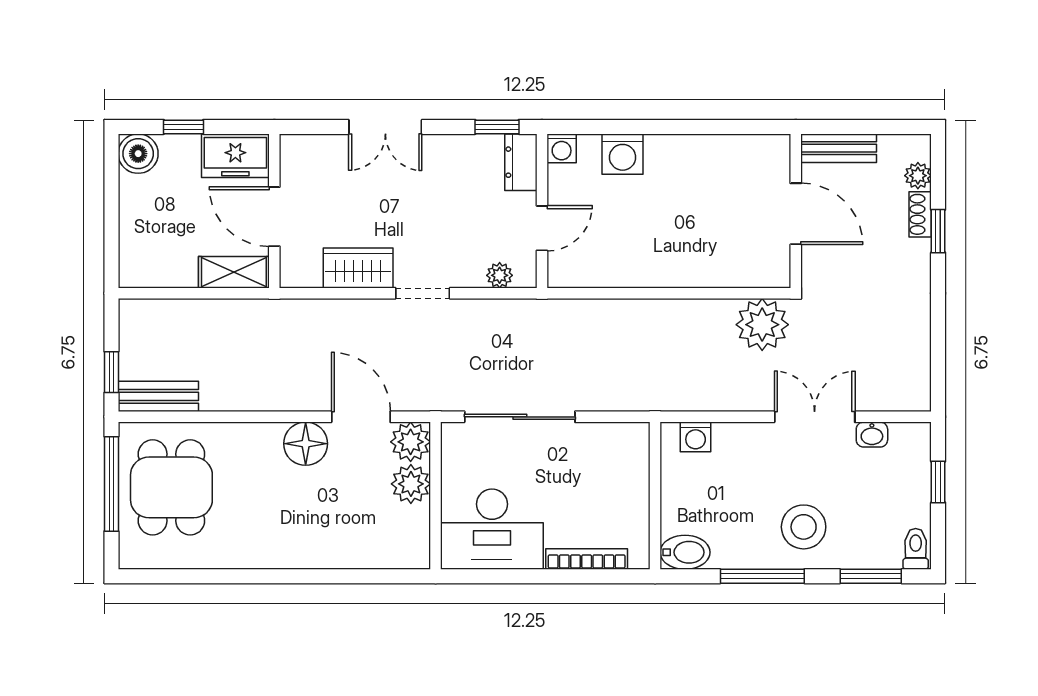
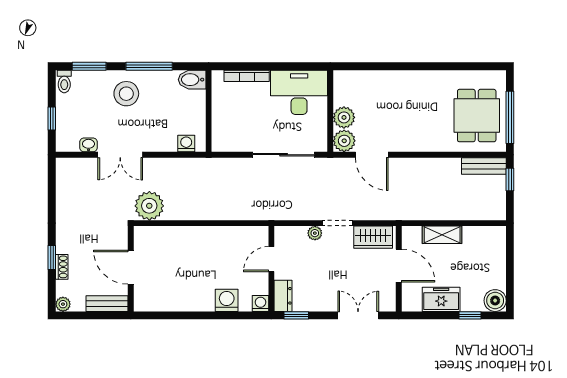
plant: (918, 176) -> (63, 304), moved
wall: (274, 211) -> (399, 269), moved
door: (274, 217) -> (399, 266), moved
plant: (500, 275) -> (315, 233), moved
floor lamp: (306, 444) -> (402, 140), removed

